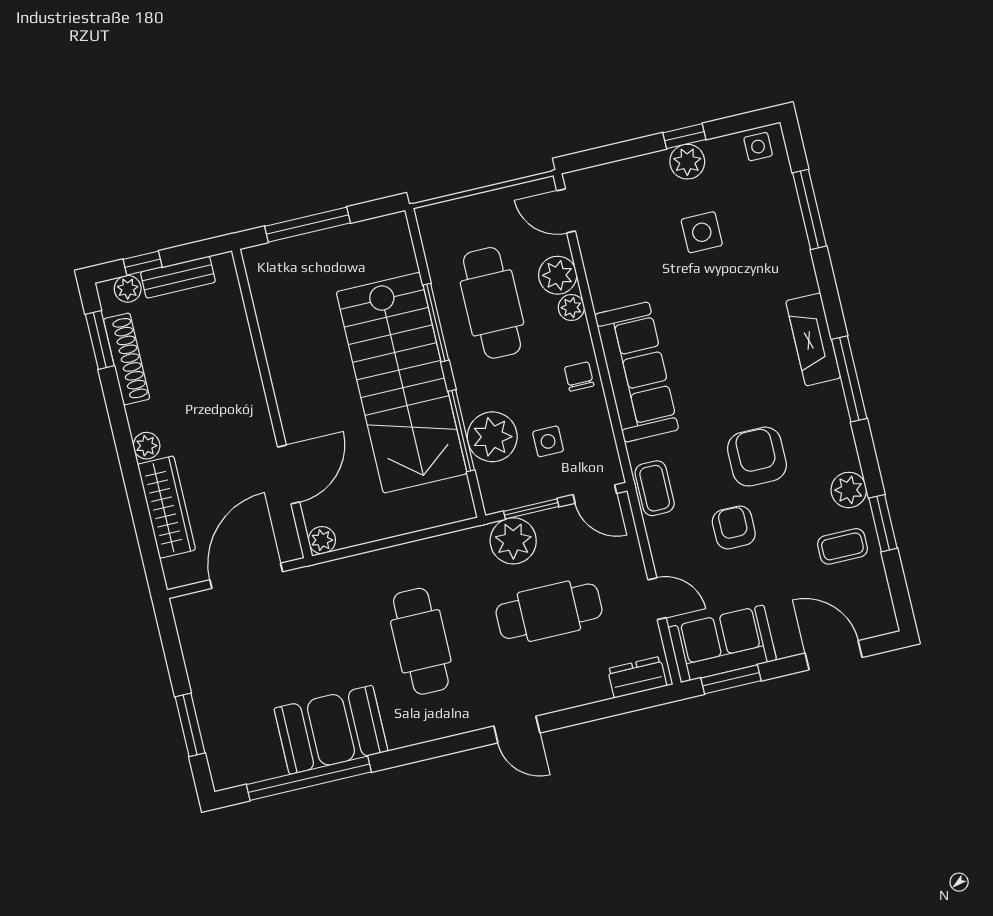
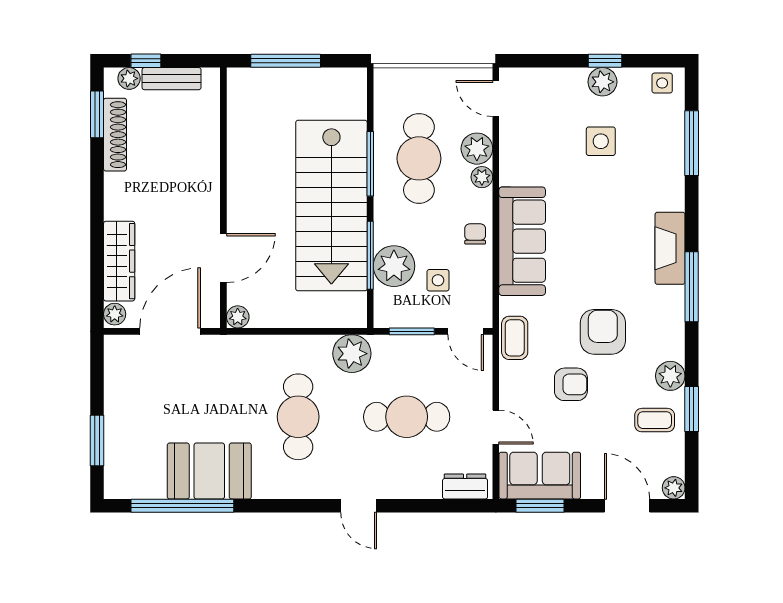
plant: (147, 446) -> (115, 314), moved
armchair: (734, 527) -> (571, 384), turned 90
plant: (513, 541) -> (352, 354), moved
plant: (884, 621) -> (674, 488), added

